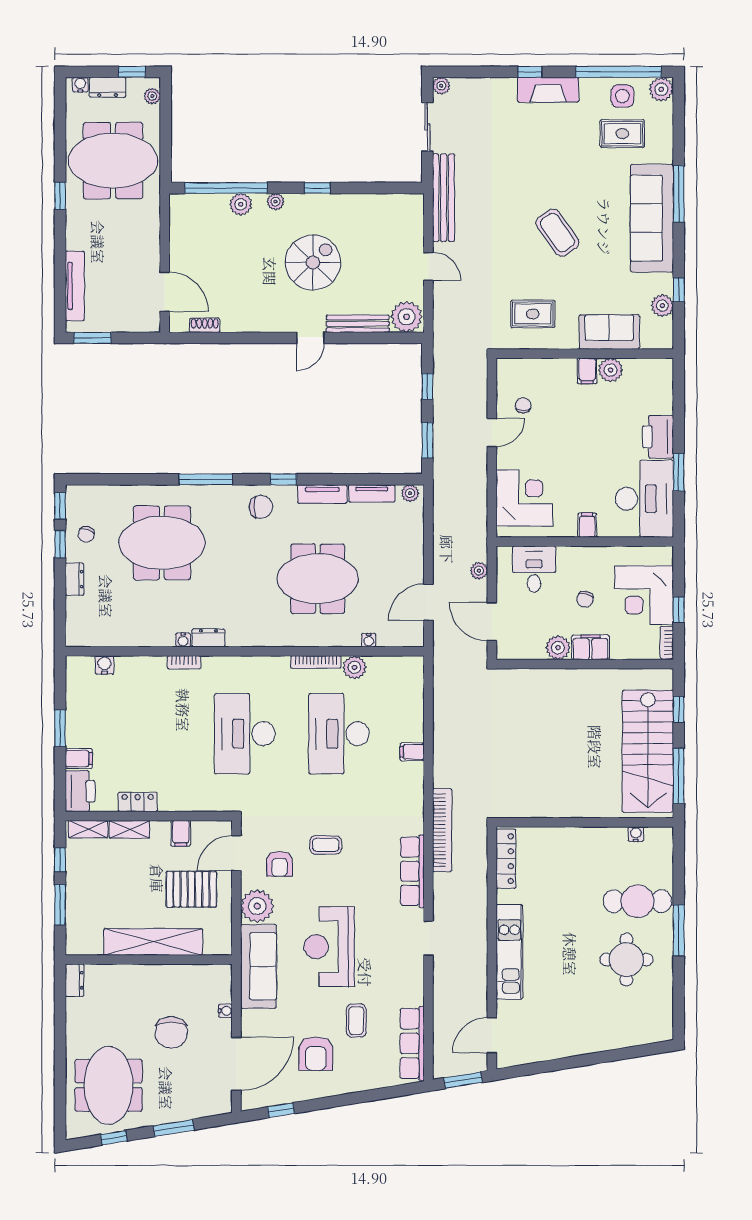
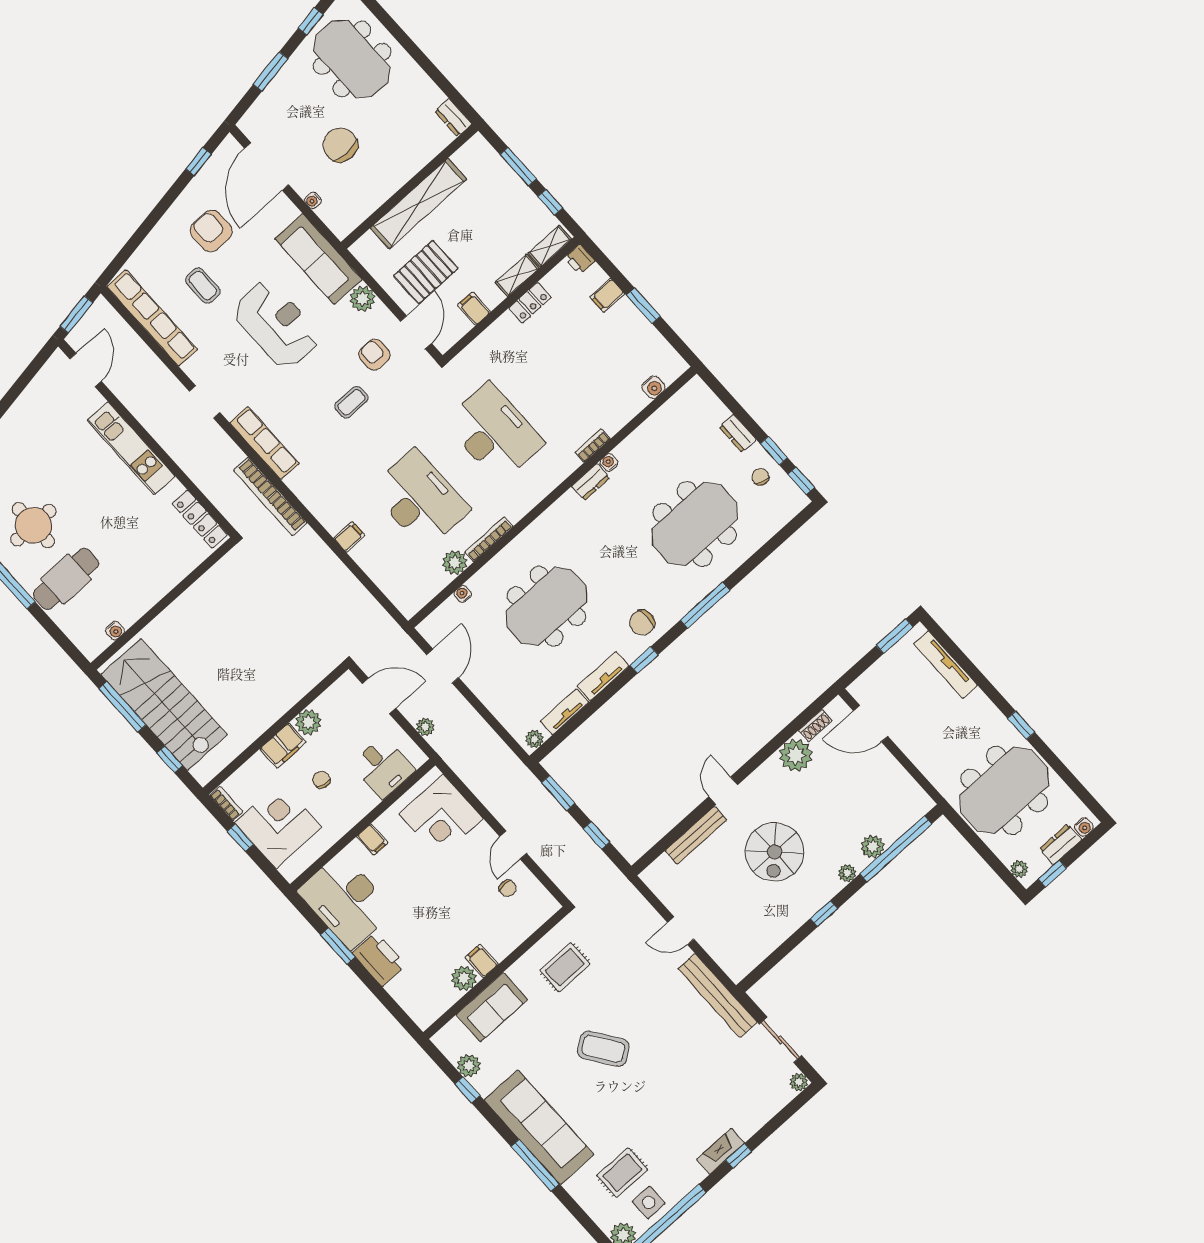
fireplace: (548, 90) -> (721, 1151), width x0.73, depth x0.76
plant: (407, 317) -> (796, 755), moved
printer: (80, 791) -> (580, 259), width x0.53, depth x0.68
plant: (257, 906) -> (362, 299), width x0.73, depth x0.73
row of seats: (412, 1043) -> (152, 318), width x1.36

